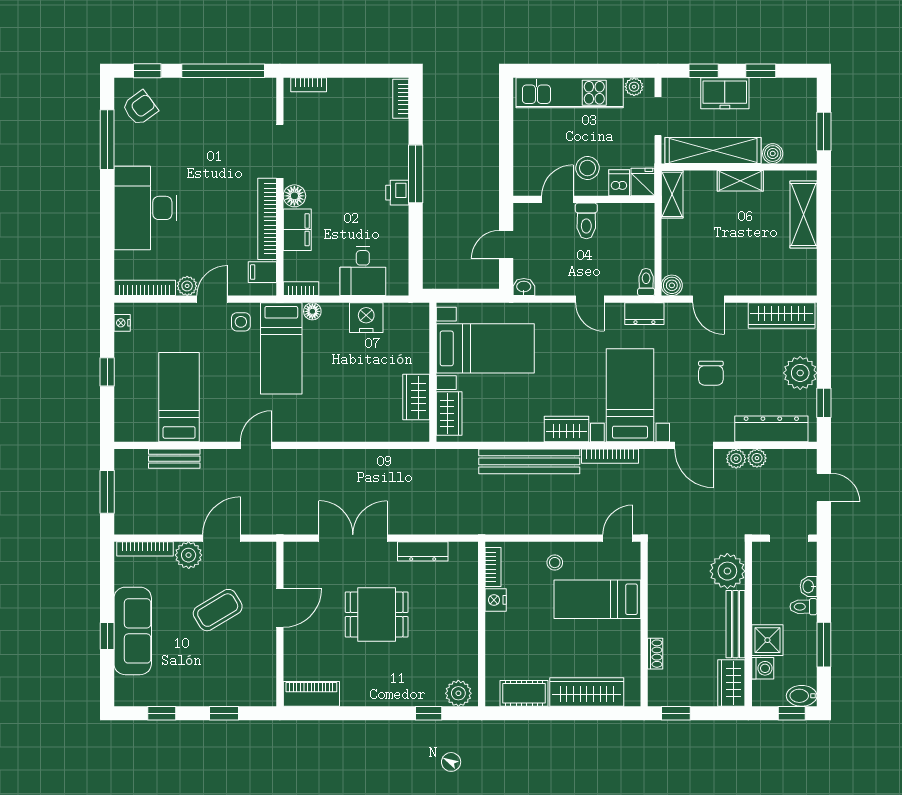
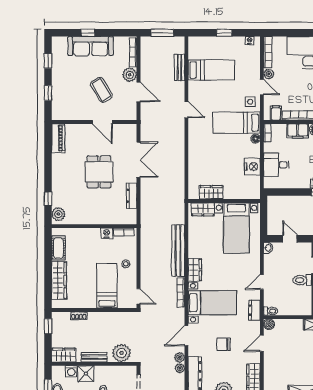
bench: (736, 624) -> (94, 357), width x0.73

